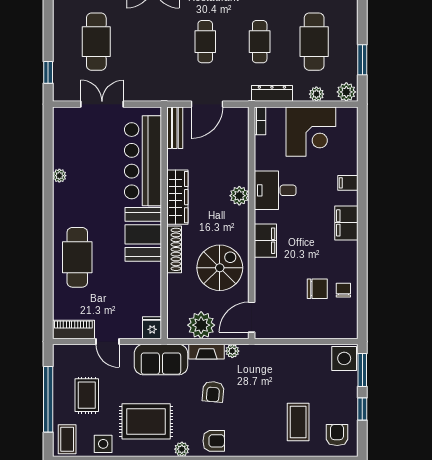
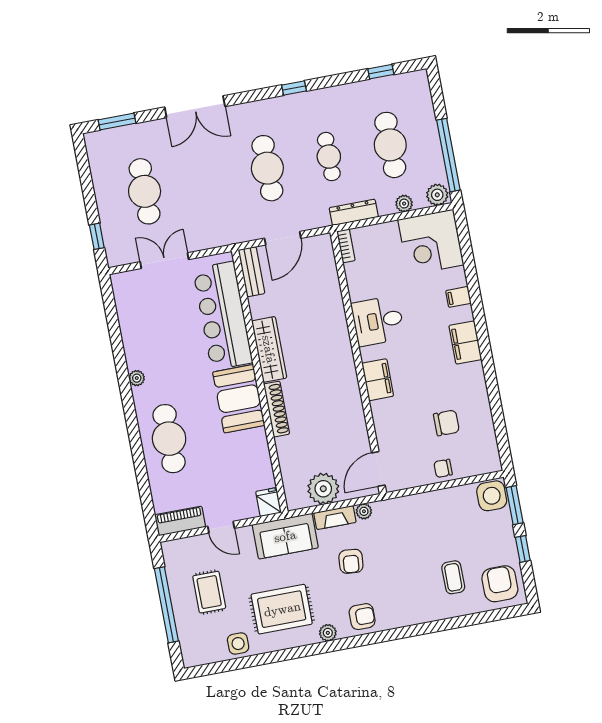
cafe table: (205, 42) -> (267, 168), width x1.37, depth x1.35
window: (362, 60) -> (448, 155), width x2.11
corner desk: (311, 132) -> (431, 242), moved, turned 90
plant: (59, 176) -> (137, 378), moved
plant: (239, 196) -> (339, 335), removed
spiral stairs: (220, 268) -> (332, 420), removed
chair: (343, 290) -> (443, 468), moved, turned -90
coffee table: (298, 422) -> (453, 577), width x0.73, depth x0.77
armchair: (337, 435) -> (500, 584), width x1.38, depth x1.38
coffee table: (67, 439) -> (196, 646), removed

